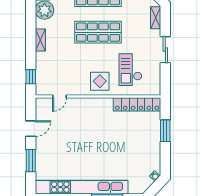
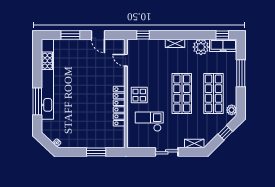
locker: (137, 104) -> (119, 106), moved

